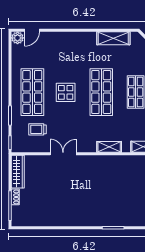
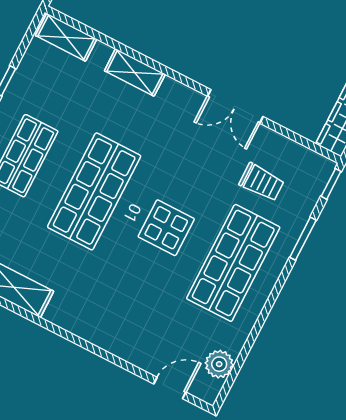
plant: (17, 38) -> (219, 364), moved

